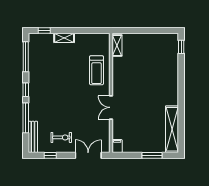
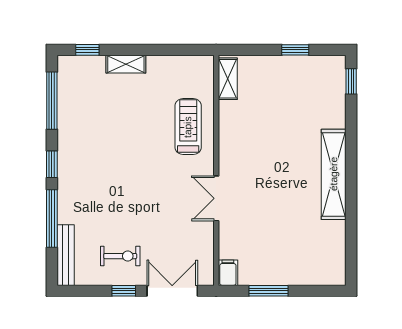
window: (152, 31) -> (295, 50), added
treadmill: (96, 70) -> (188, 127), turned 180
shelving: (172, 129) -> (334, 174), moved
window: (50, 155) -> (124, 291), moved
window: (152, 155) -> (268, 291), moved

